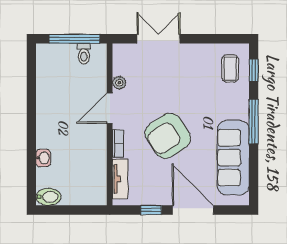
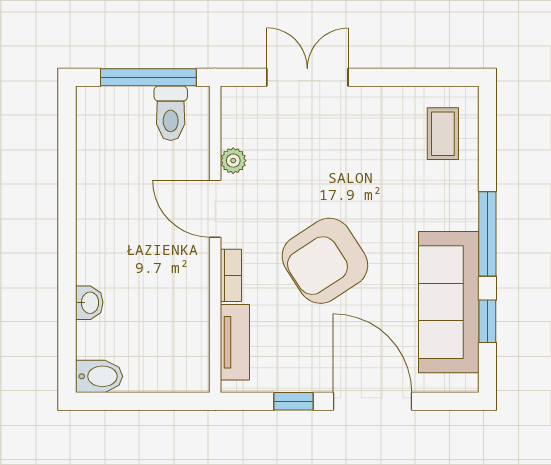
toilet: (84, 54) -> (171, 113), width x1.37, depth x1.39
window: (254, 70) -> (487, 321), moved
door: (110, 108) -> (215, 209), hinge flipped

